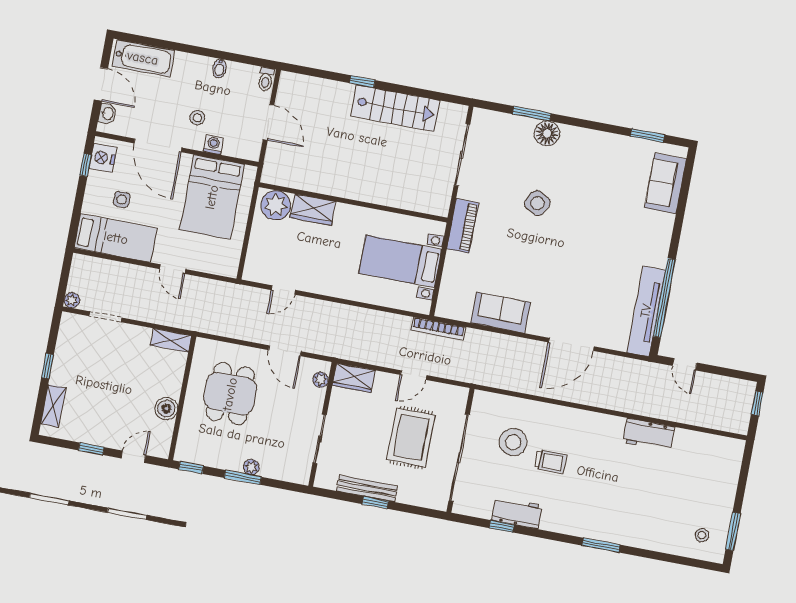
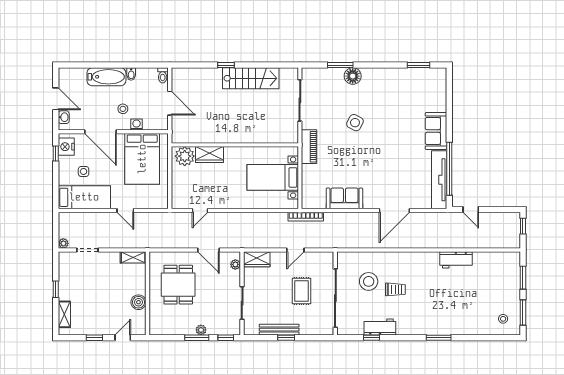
bathtub: (143, 58) -> (106, 77), moved
sofa: (665, 183) -> (436, 131), moved
rug: (411, 437) -> (302, 291), width x0.73, depth x0.70
window: (191, 468) -> (226, 338), moved
window: (743, 480) -> (523, 278), added

